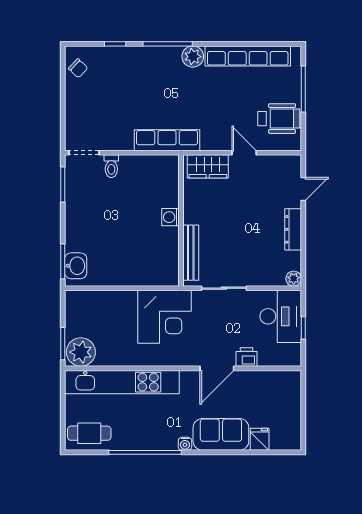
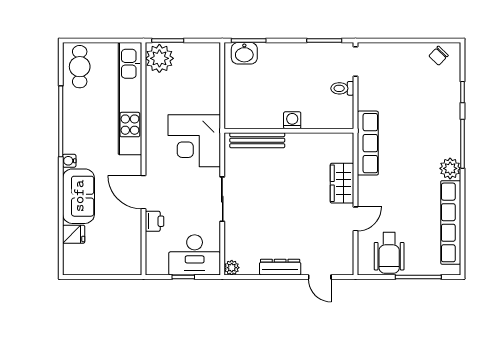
washing machine: (170, 217) -> (292, 120), moved
wall: (181, 220) -> (289, 131), moved
bench: (191, 253) -> (257, 140), moved

